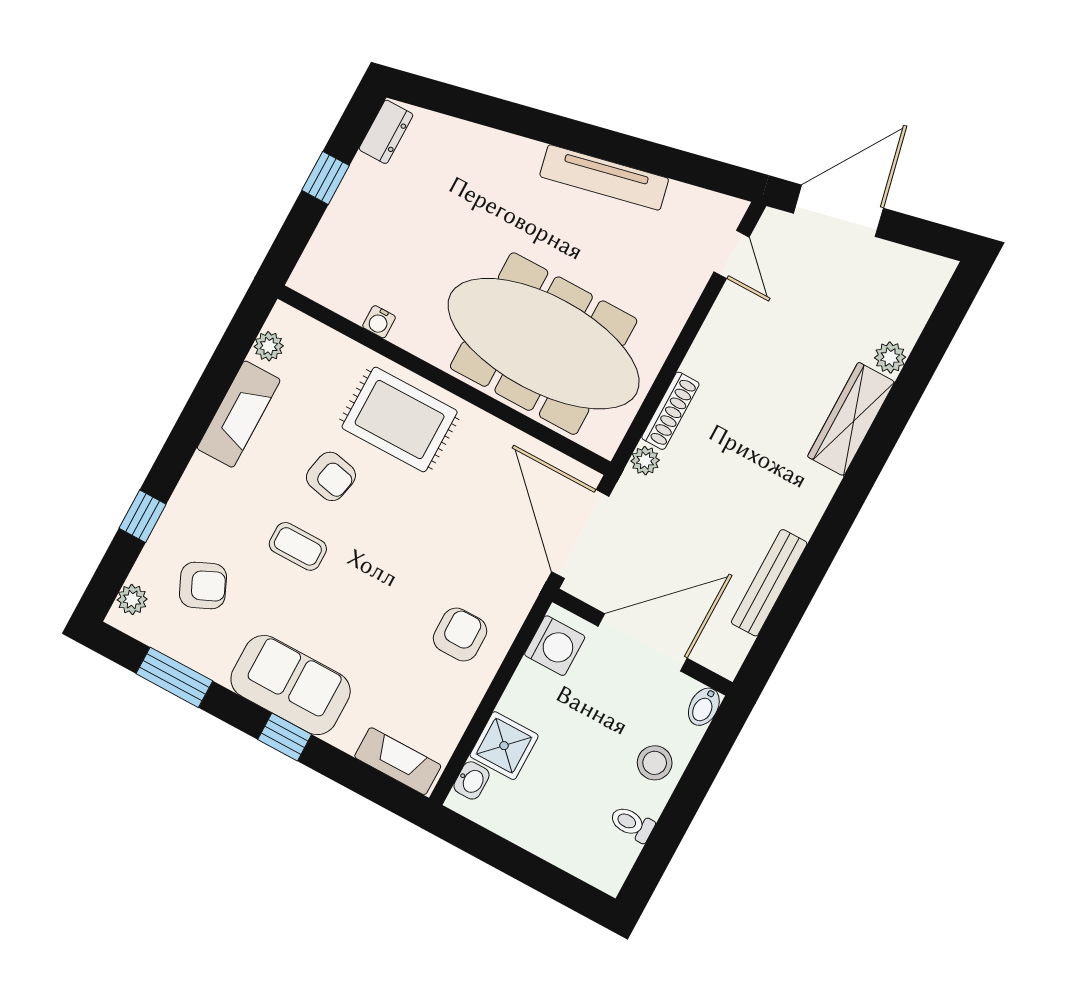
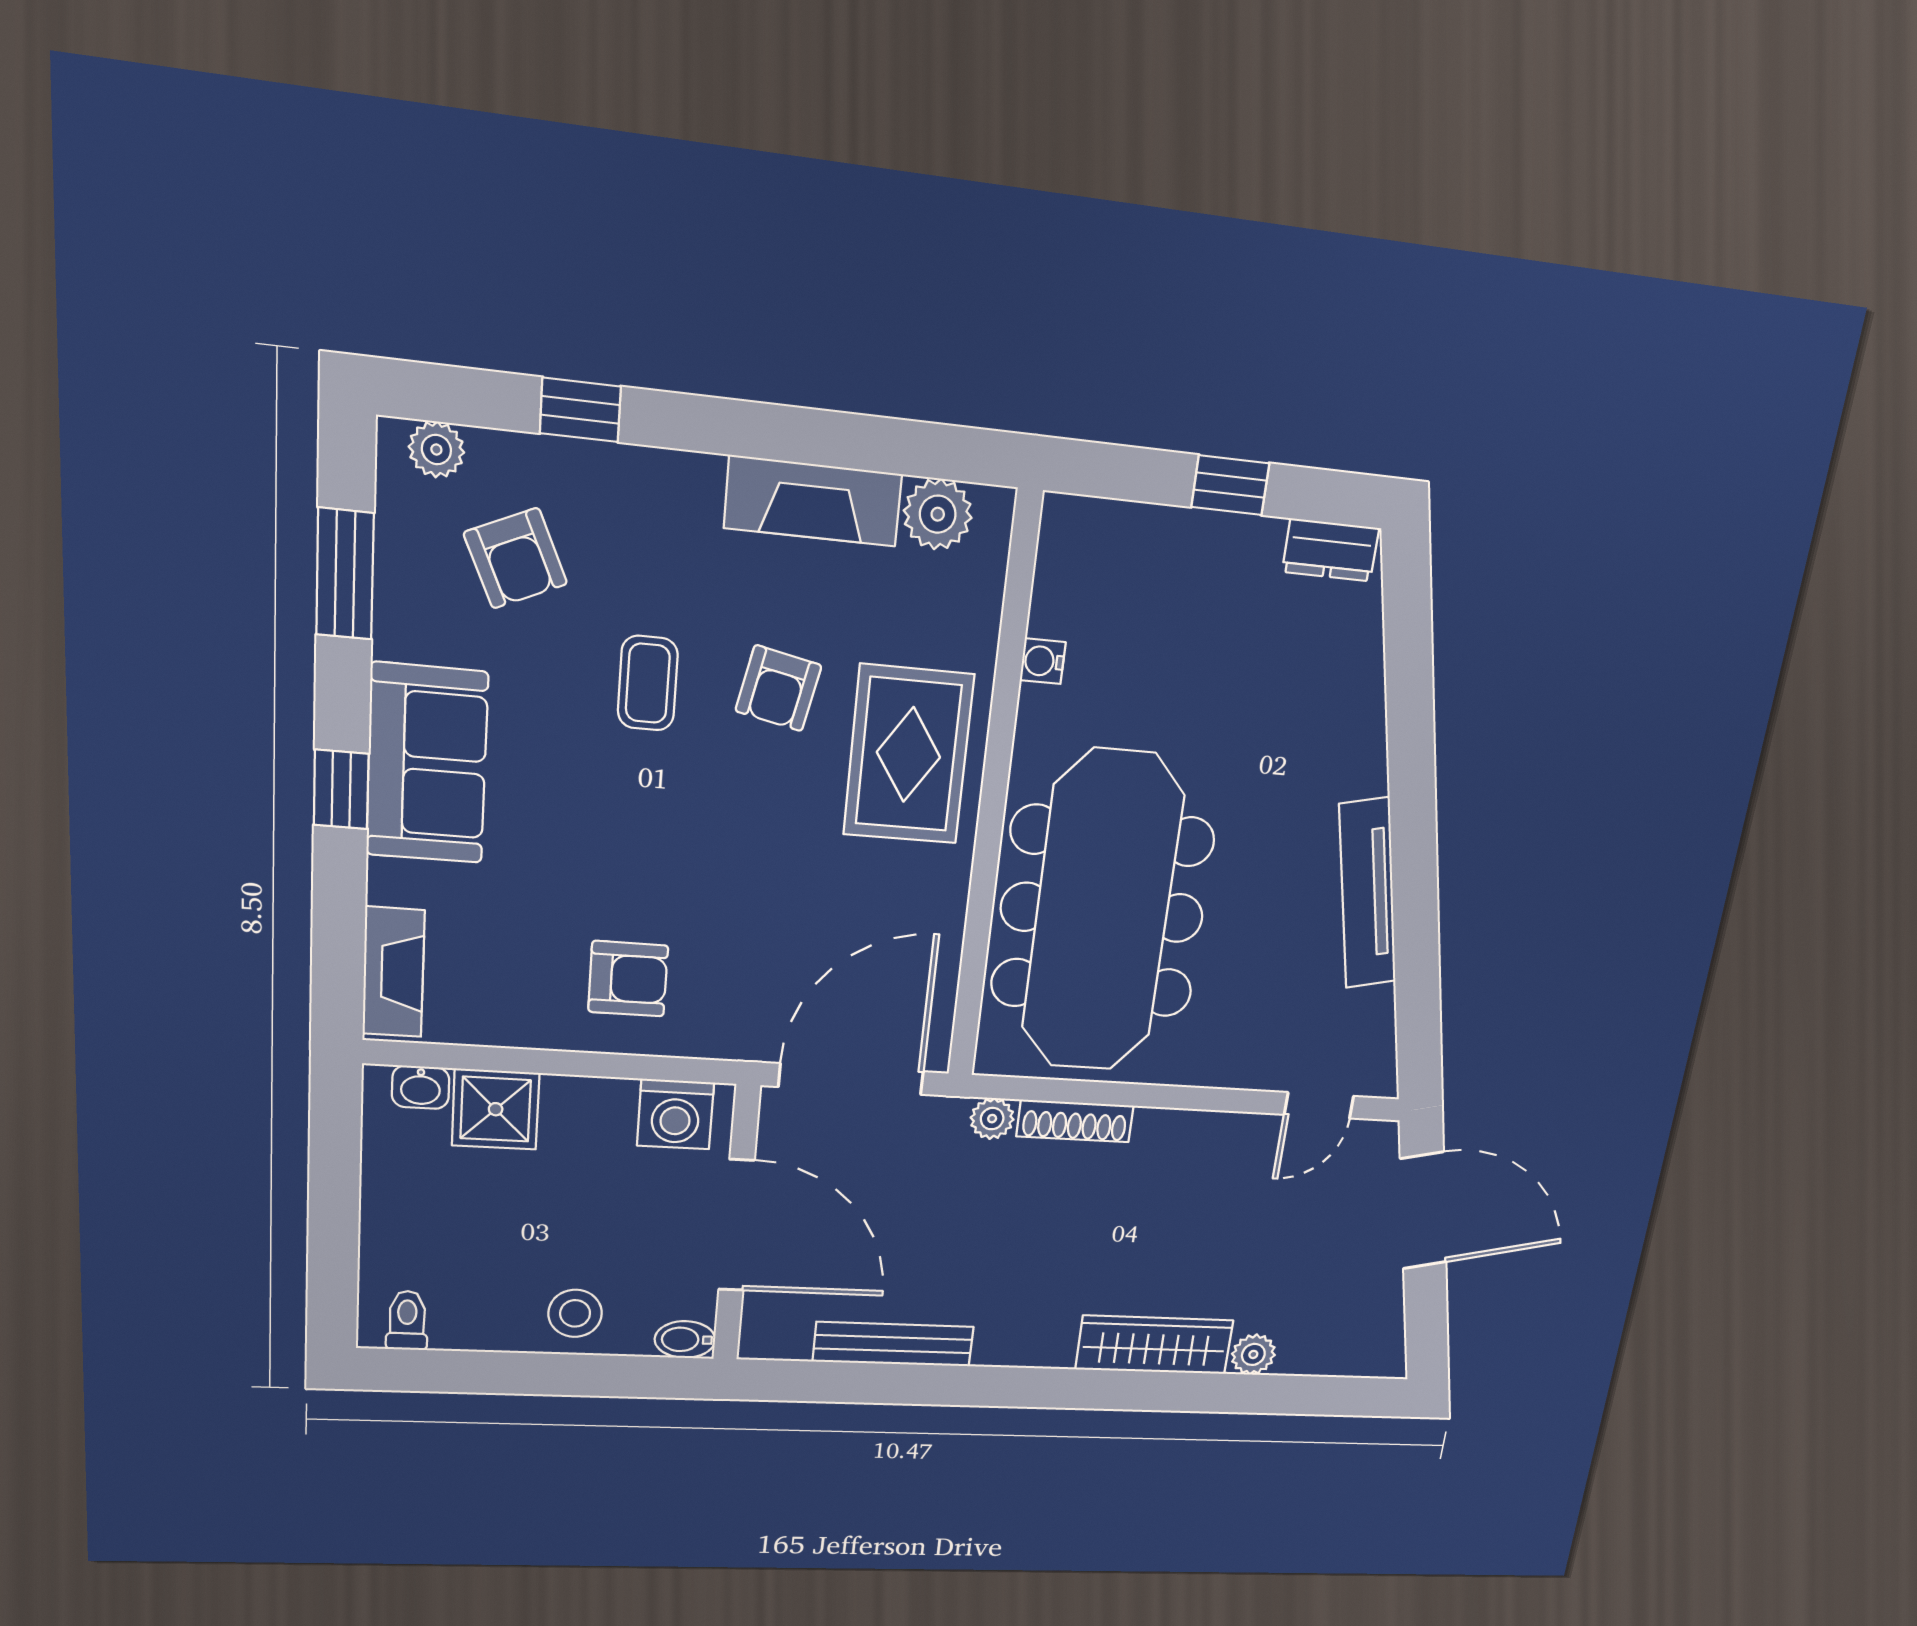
plant: (269, 346) -> (938, 514), width x1.38, depth x1.38
toilet: (632, 824) -> (407, 1320), moved

